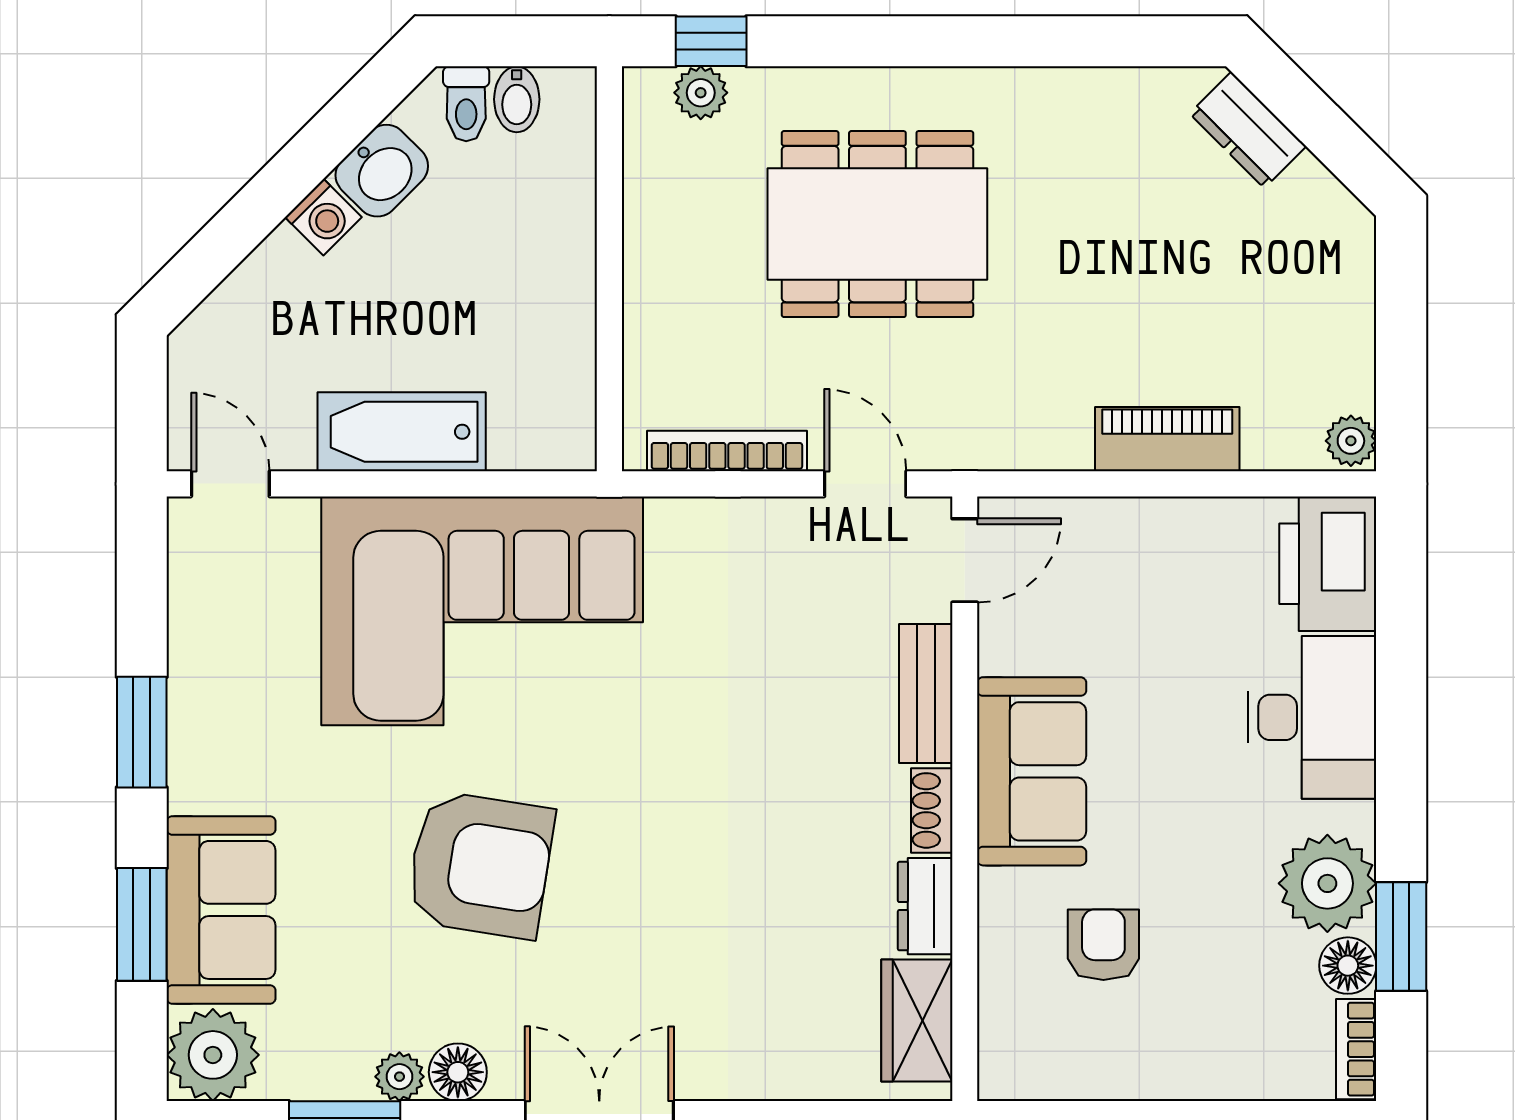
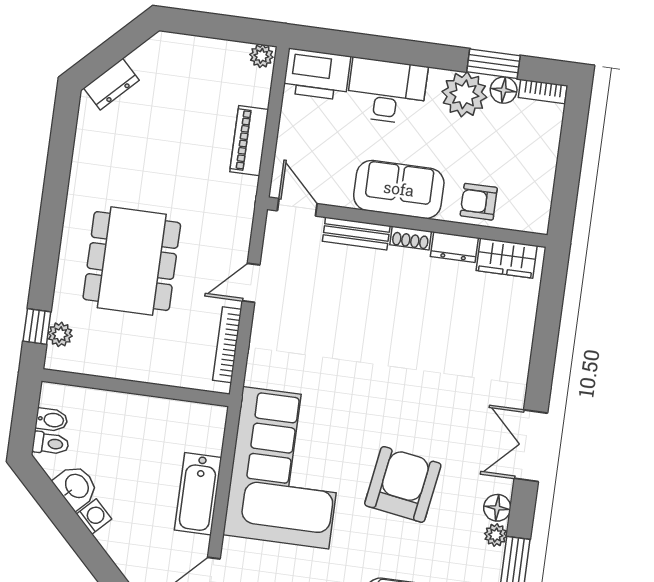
door: (965, 560) -> (297, 207), moved
bench: (926, 693) -> (356, 234), moved
sofa: (1032, 771) -> (399, 189), moved
wall: (965, 799) -> (407, 222), moved
shoe rack: (932, 810) -> (411, 238), moved
dresser: (925, 906) -> (454, 247), moved
wardrobe: (917, 1020) -> (507, 258), moved

